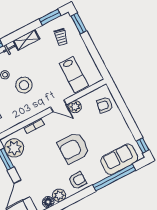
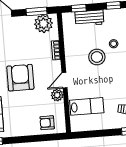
lab bench: (74, 75) -> (87, 106), turned 180
armchair: (105, 105) -> (47, 123), turned -100

